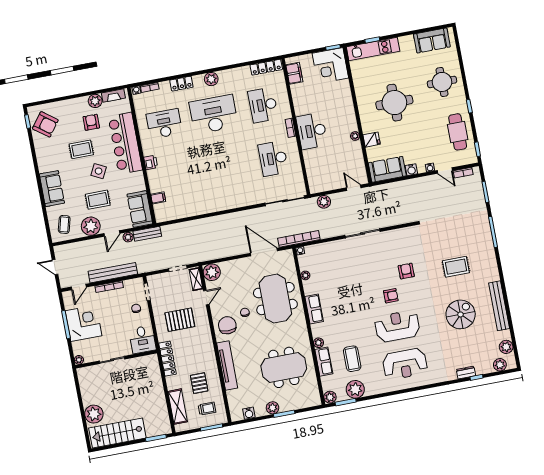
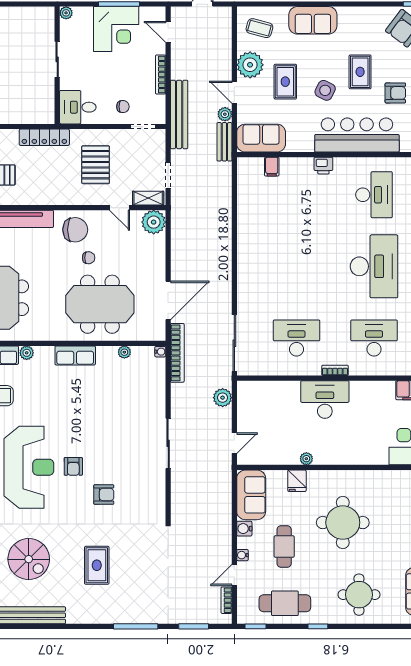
cafe table: (419, 140) -> (284, 547), added
bench: (113, 273) -> (179, 114), moved
reception desk: (397, 326) -> (29, 467), width x1.36, depth x1.30

